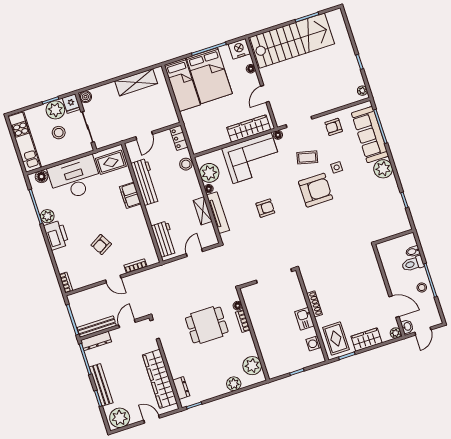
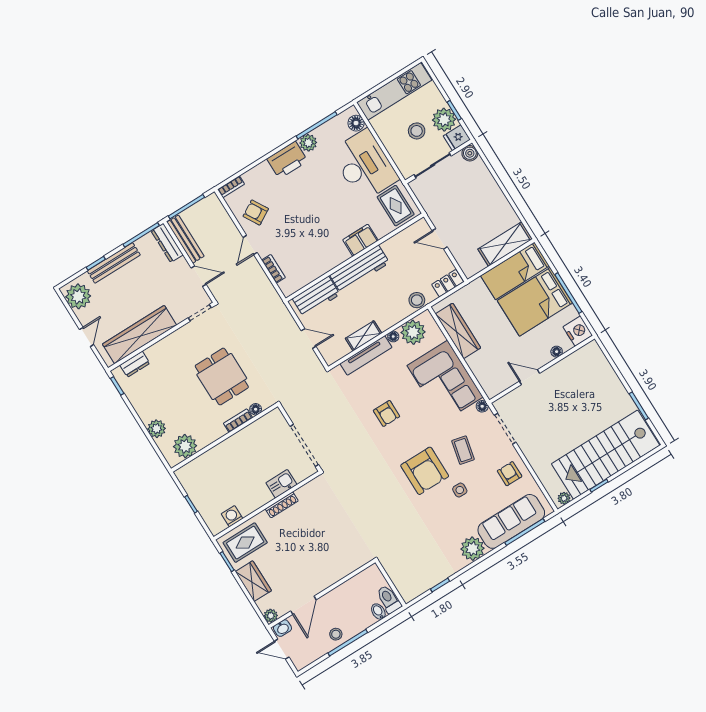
stairs: (292, 41) -> (606, 455), moved, turned 90
shelving: (136, 82) -> (505, 244), moved, turned 90
wardrobe: (249, 129) -> (458, 331), moved
workbench: (146, 182) -> (360, 269), moved
armchair: (101, 245) -> (256, 212), moved
toilet: (413, 264) -> (389, 599), moved
kitchen sink: (304, 319) -> (281, 484), moved

